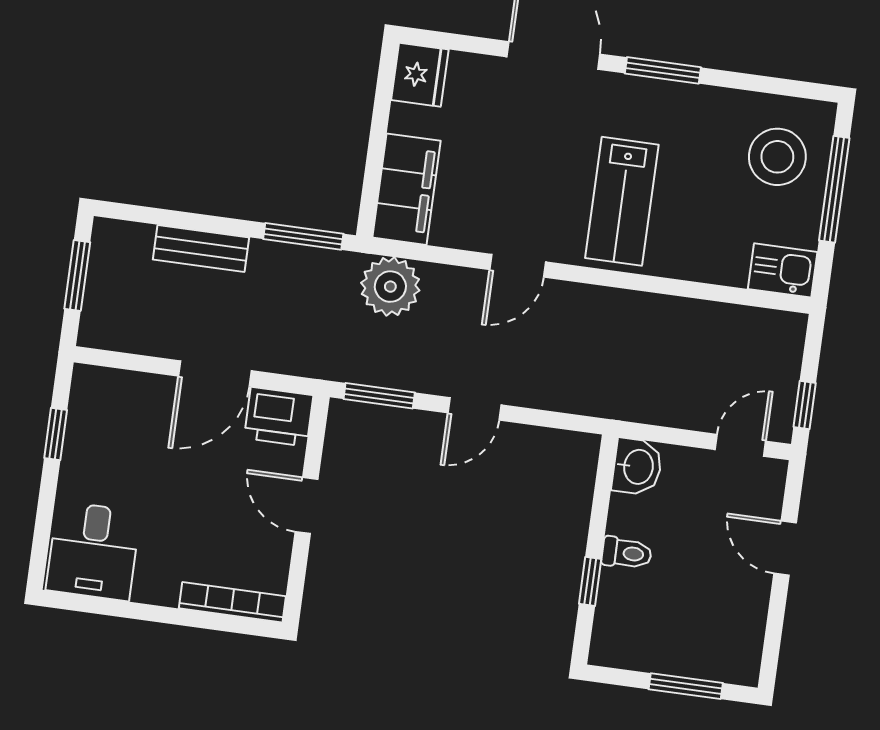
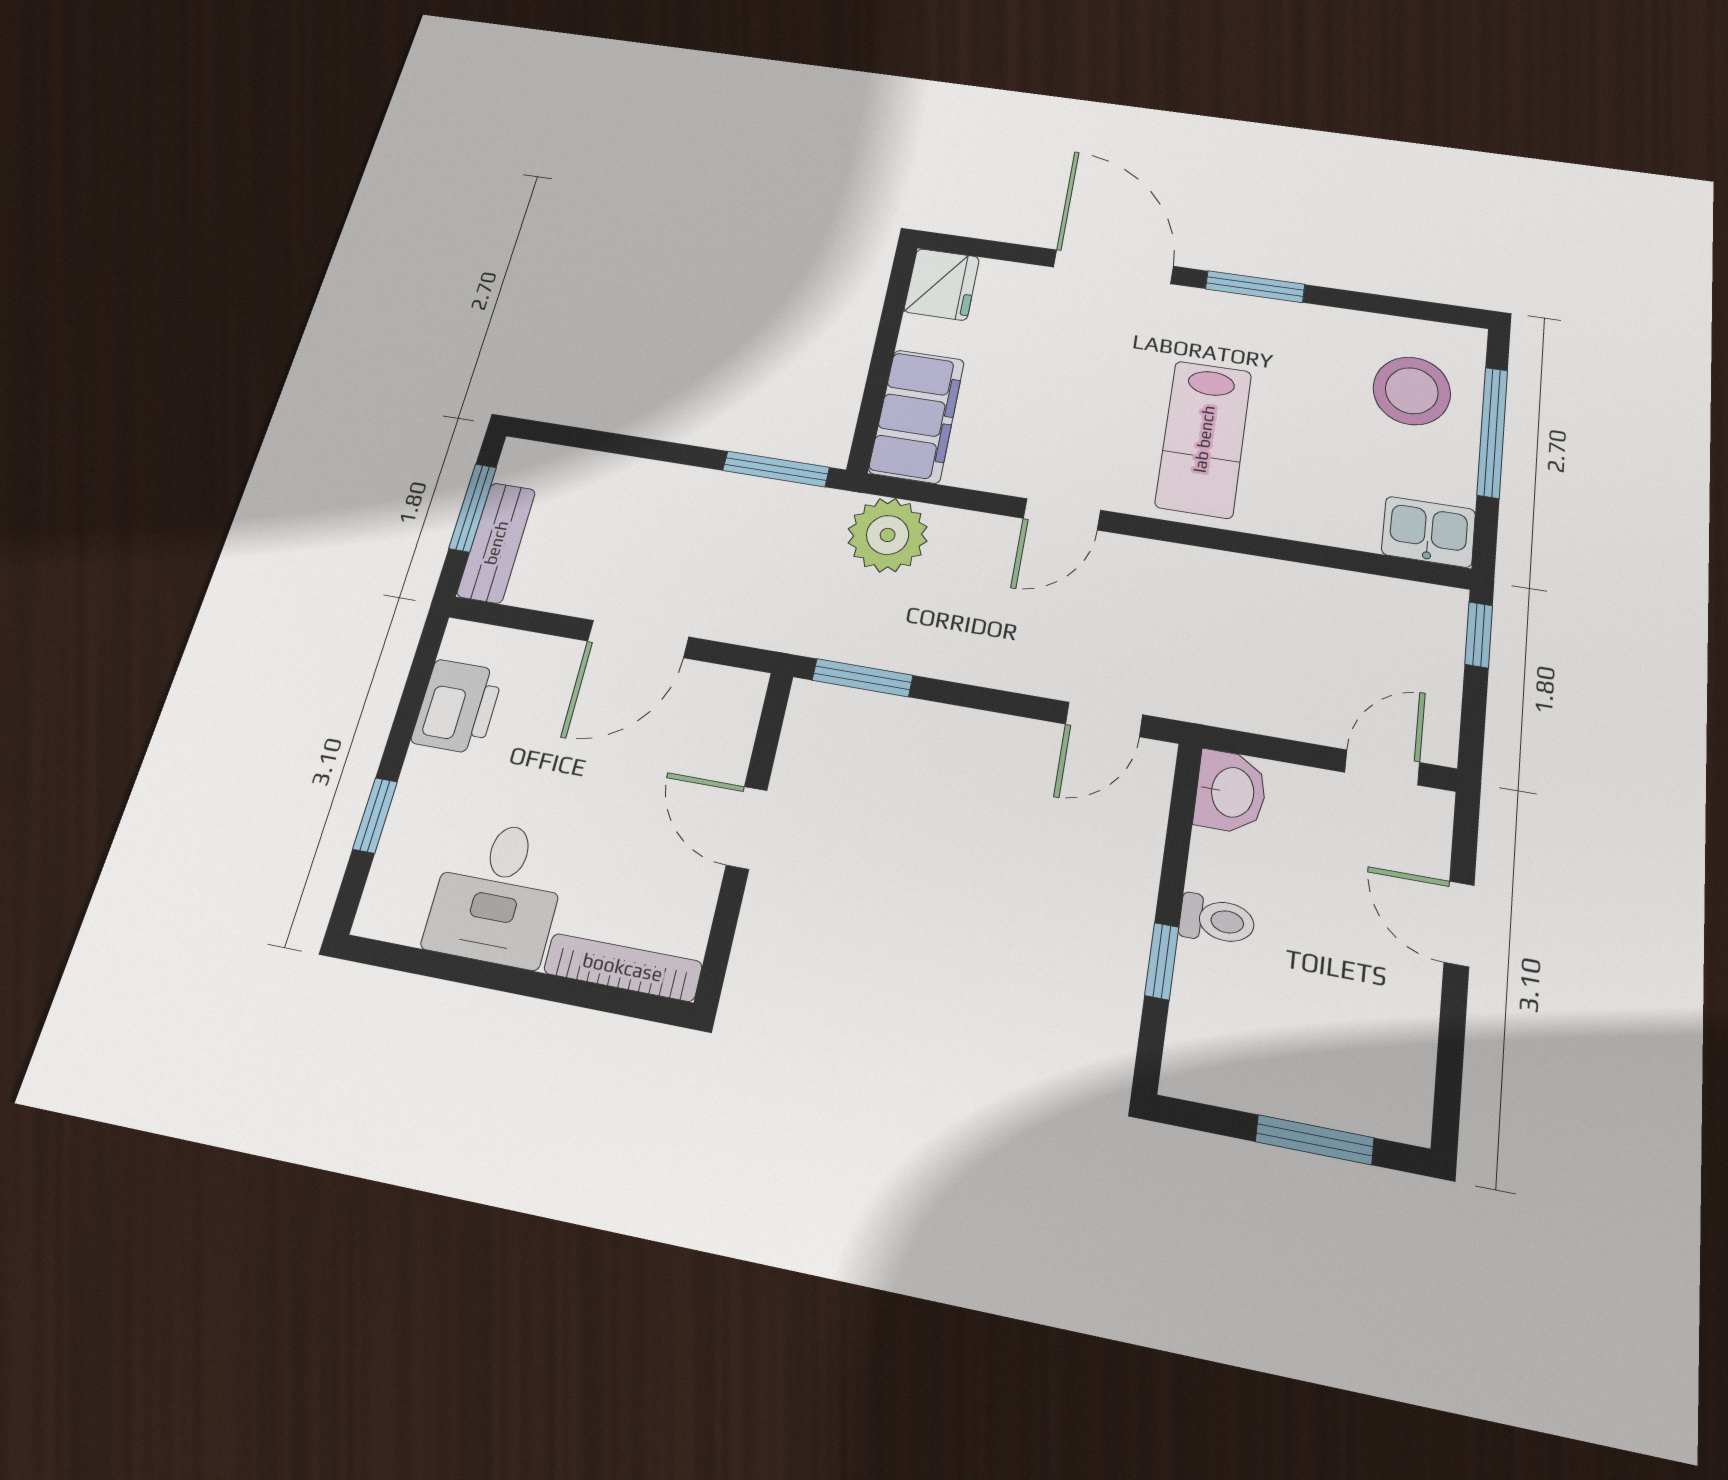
bench: (201, 248) -> (496, 543), moved, turned 90
window: (805, 405) -> (1479, 635), moved
door: (474, 409) -> (1104, 719), moved
printer: (279, 417) -> (458, 707), moved, turned -90
window: (56, 434) -> (375, 815), moved
desk: (93, 551) -> (498, 893), moved

